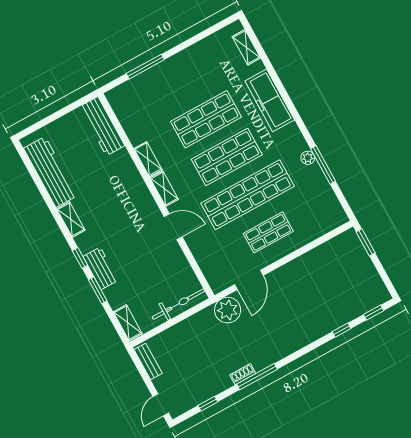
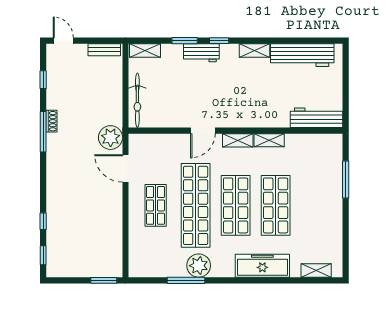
plant: (308, 158) -> (199, 266), width x1.88, depth x1.88

